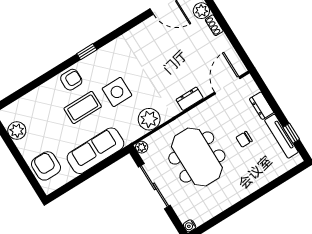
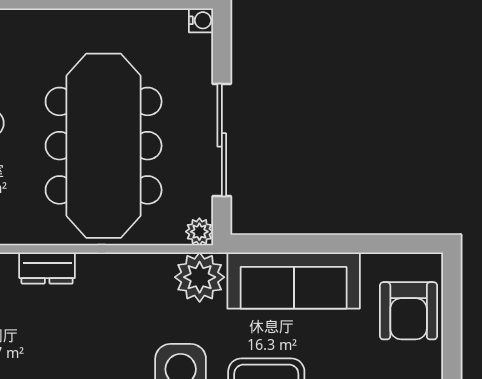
plant: (149, 119) -> (200, 277), moved
meeting table: (197, 157) -> (104, 146), width x1.36

